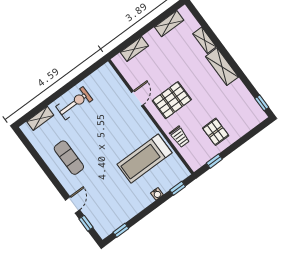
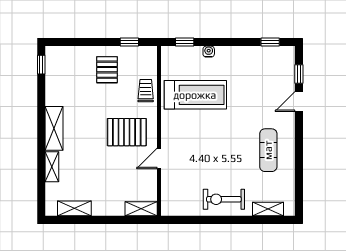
shelving: (134, 49) -> (141, 209), moved

